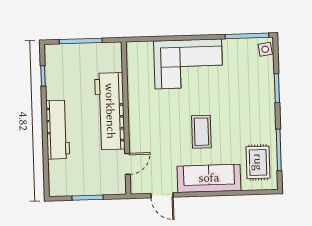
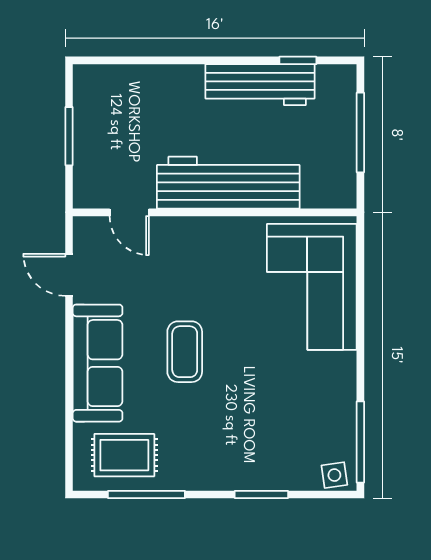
corner sofa: (188, 64) -> (312, 287), moved
workbench: (58, 130) -> (260, 85), moved
coffee table: (201, 132) -> (185, 352), turned 90
door: (162, 195) -> (69, 275), hinge flipped

